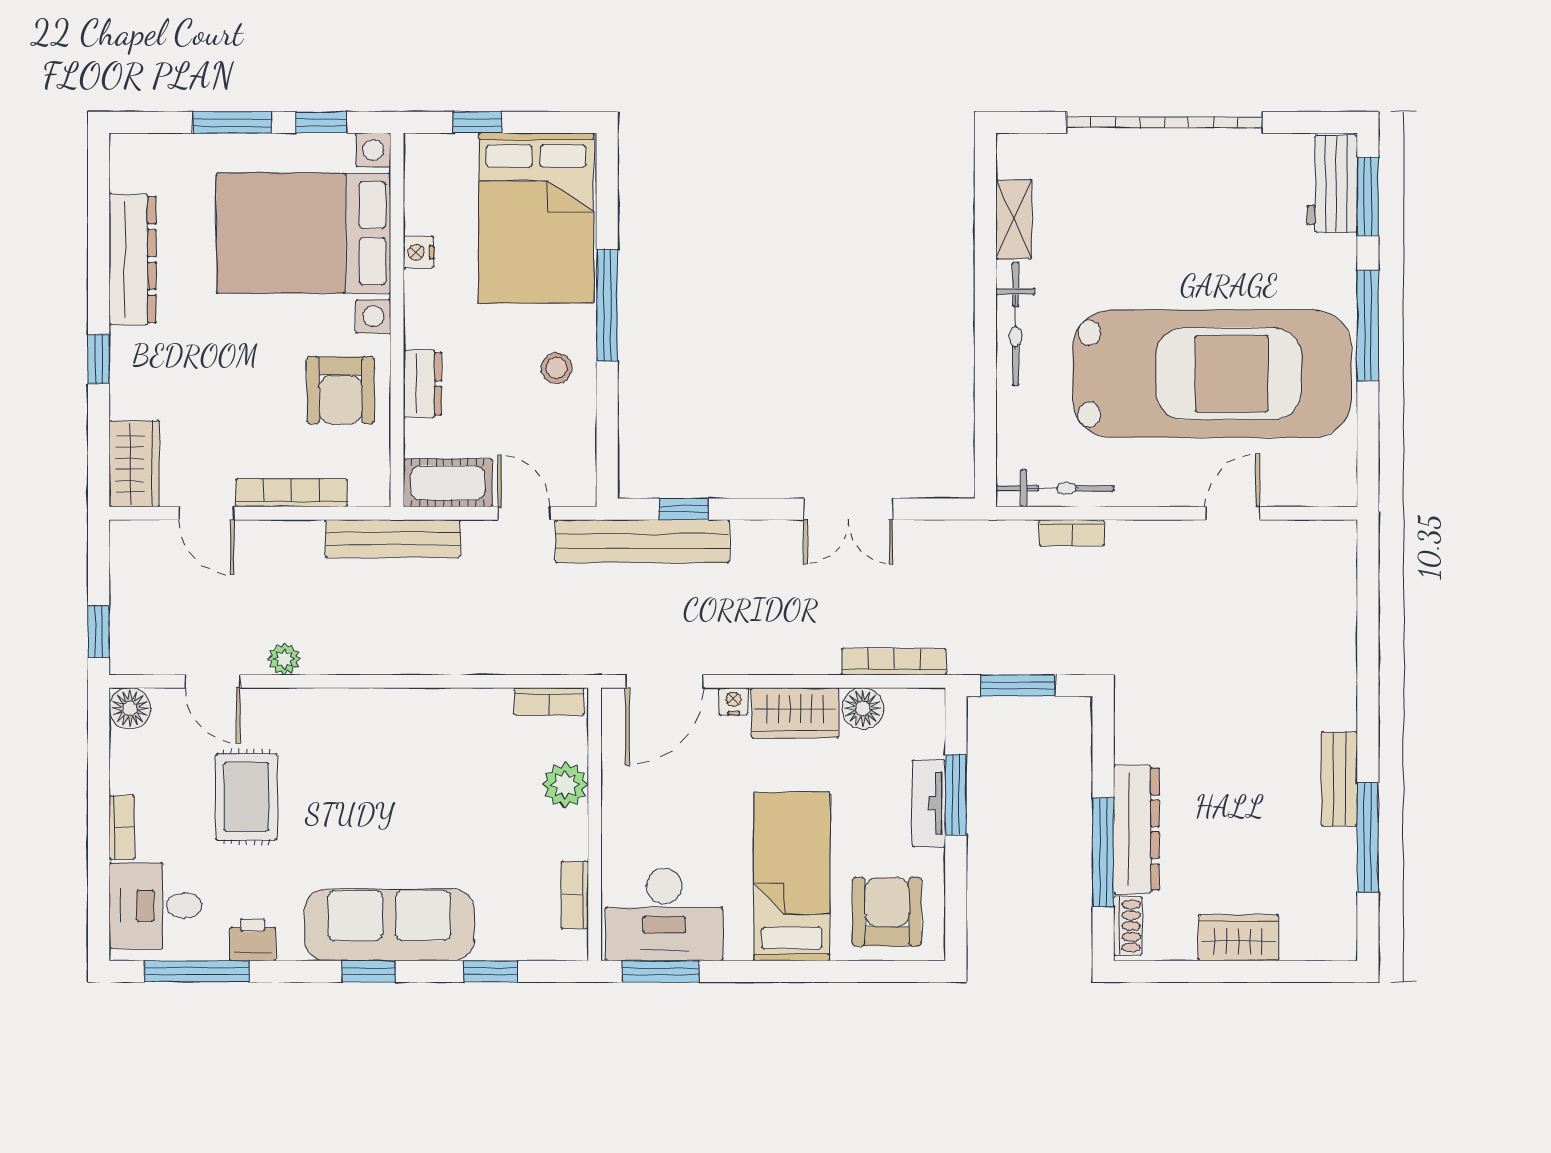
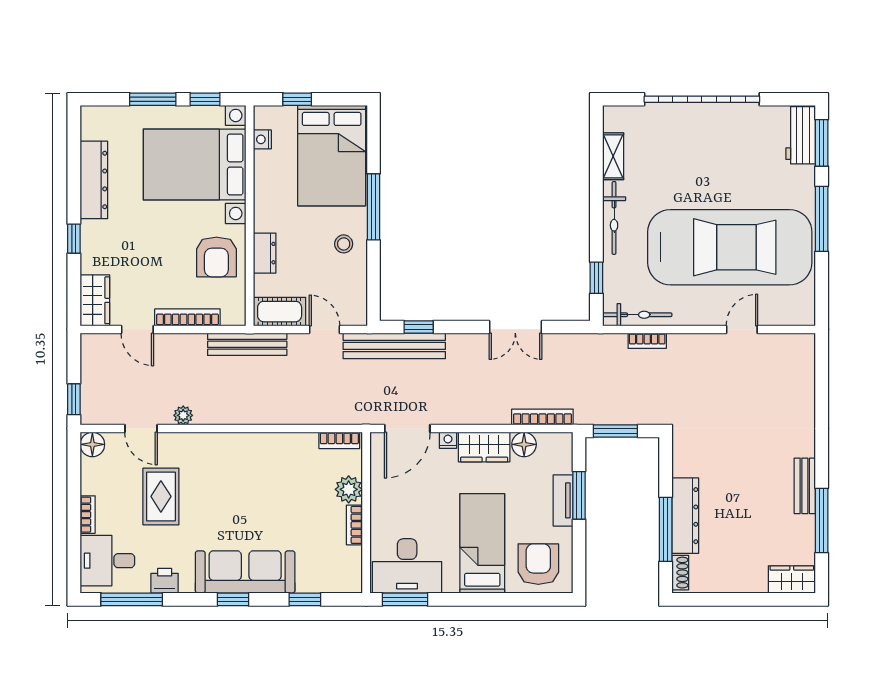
nightstand: (418, 252) -> (262, 139), moved
window: (985, 426) -> (596, 278), added
bookcase: (575, 895) -> (354, 525), moved
wardrobe: (1238, 938) -> (792, 579), moved

